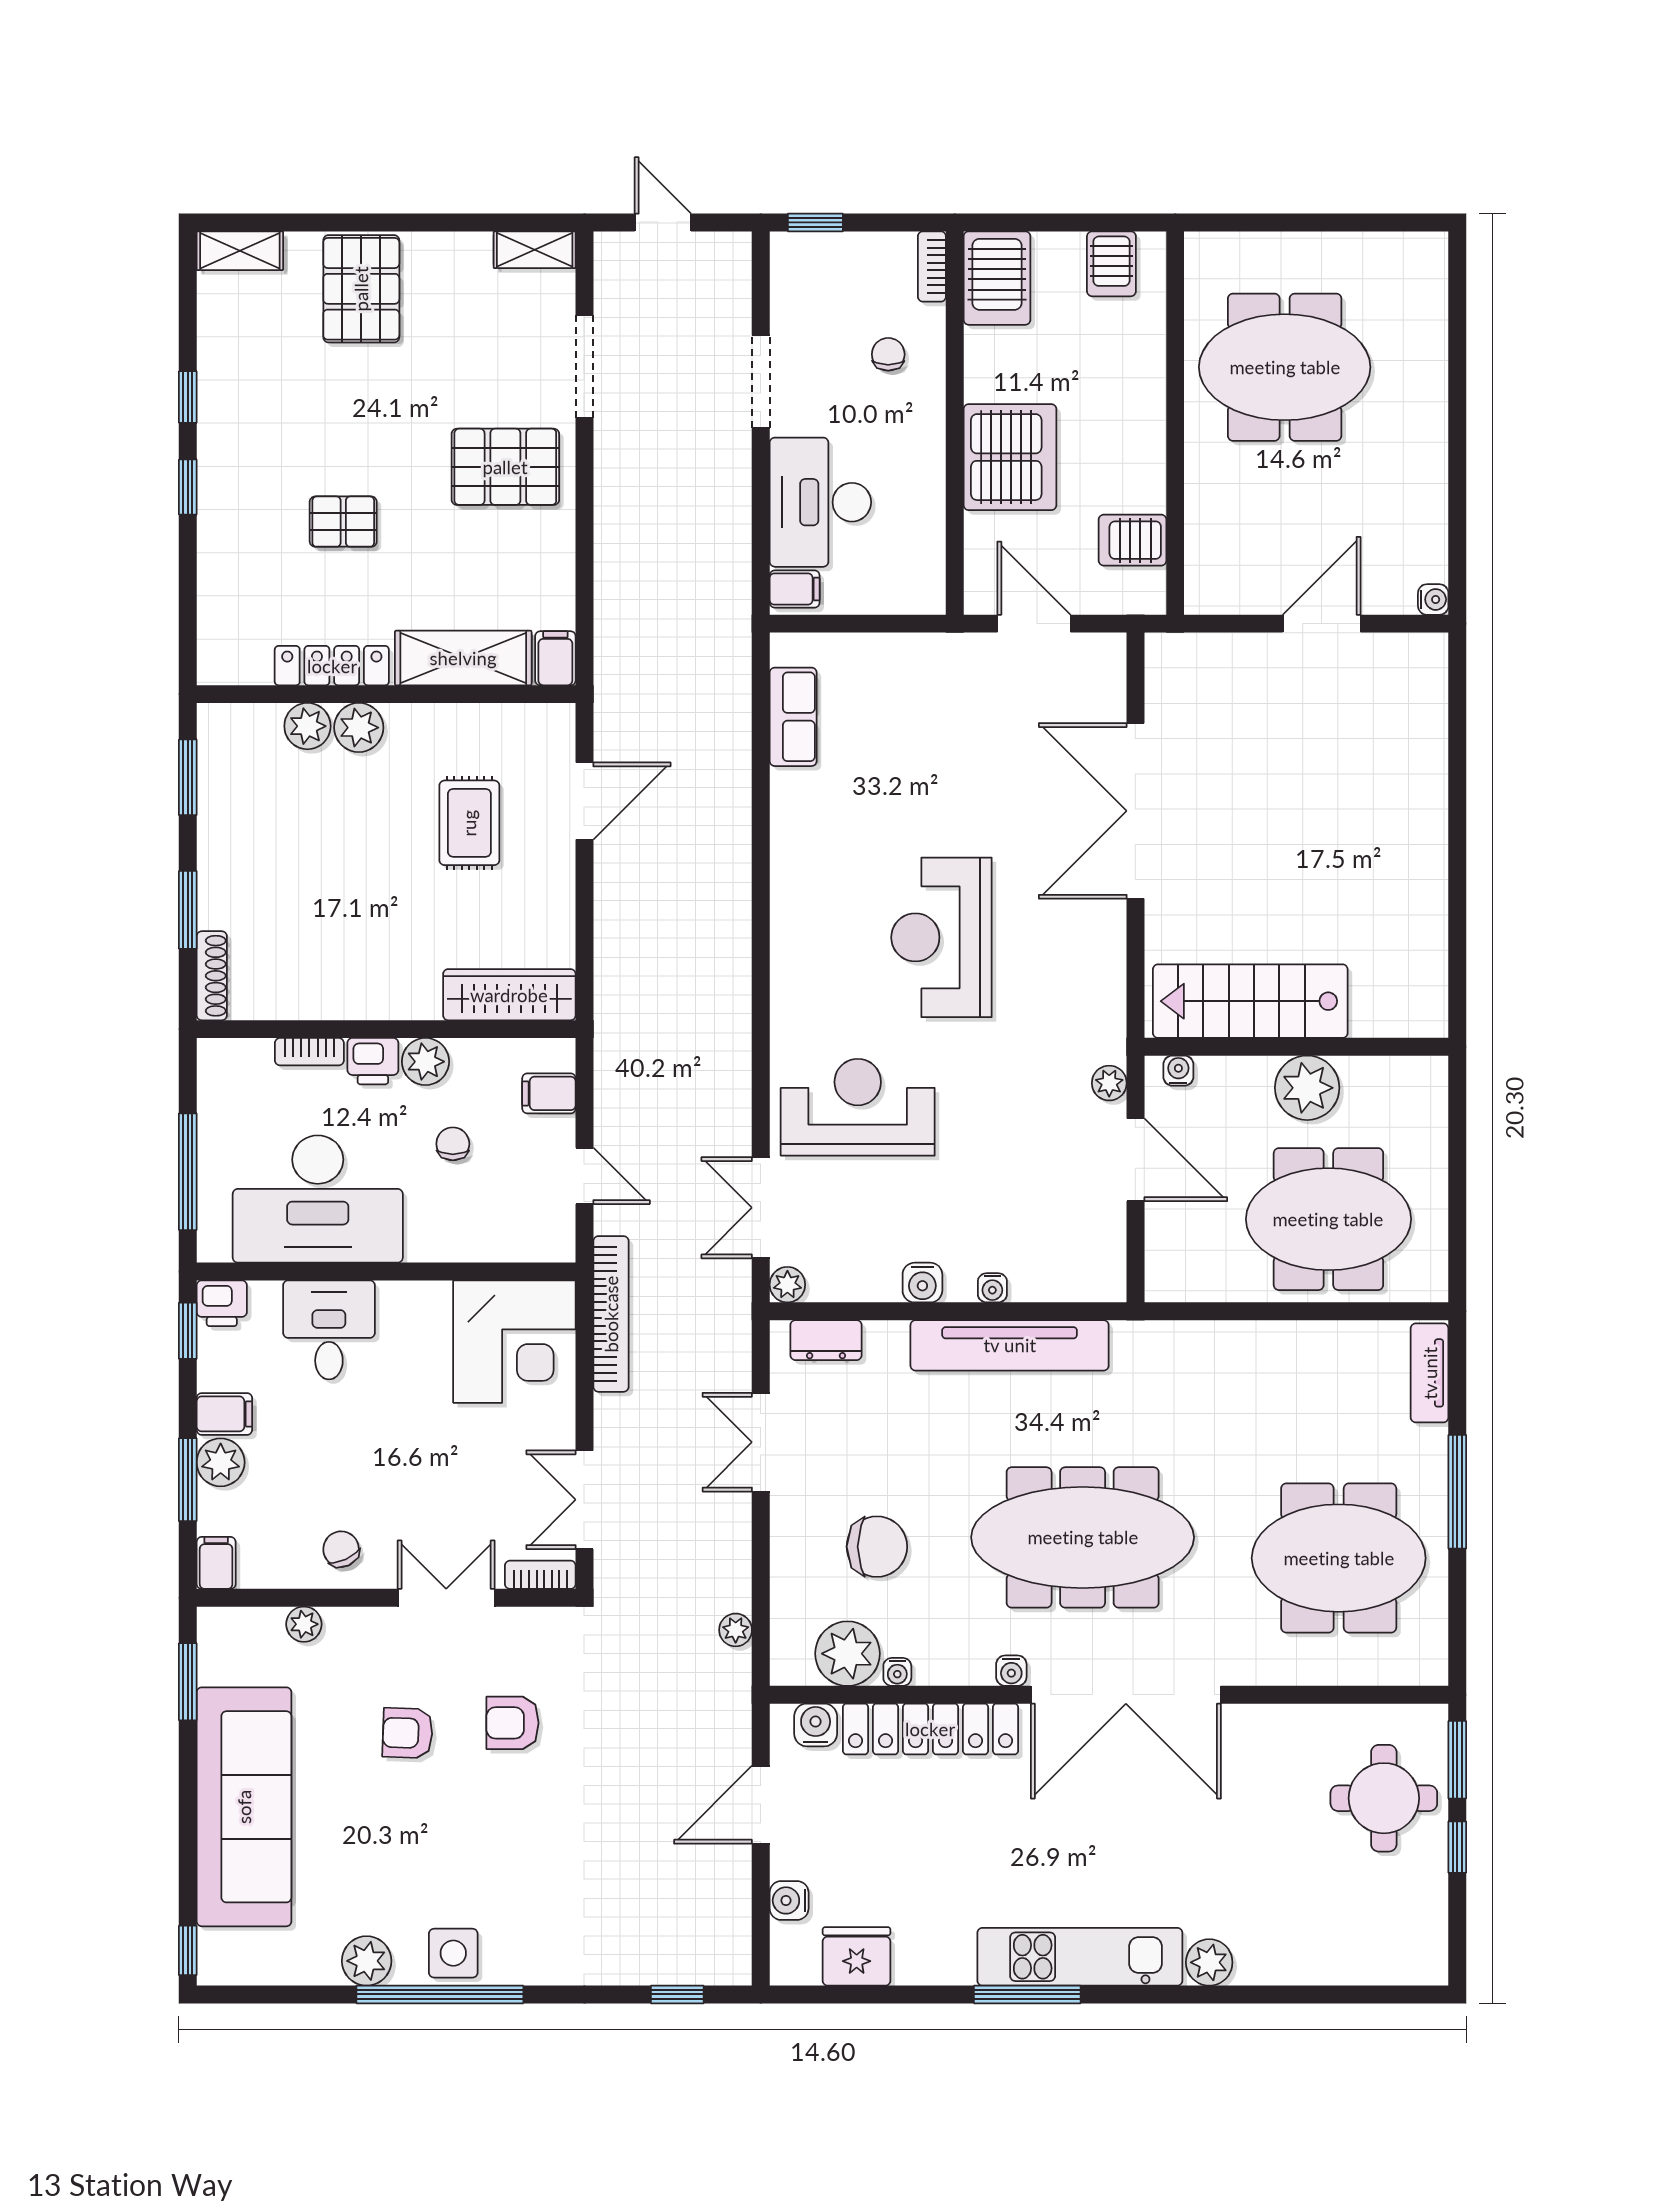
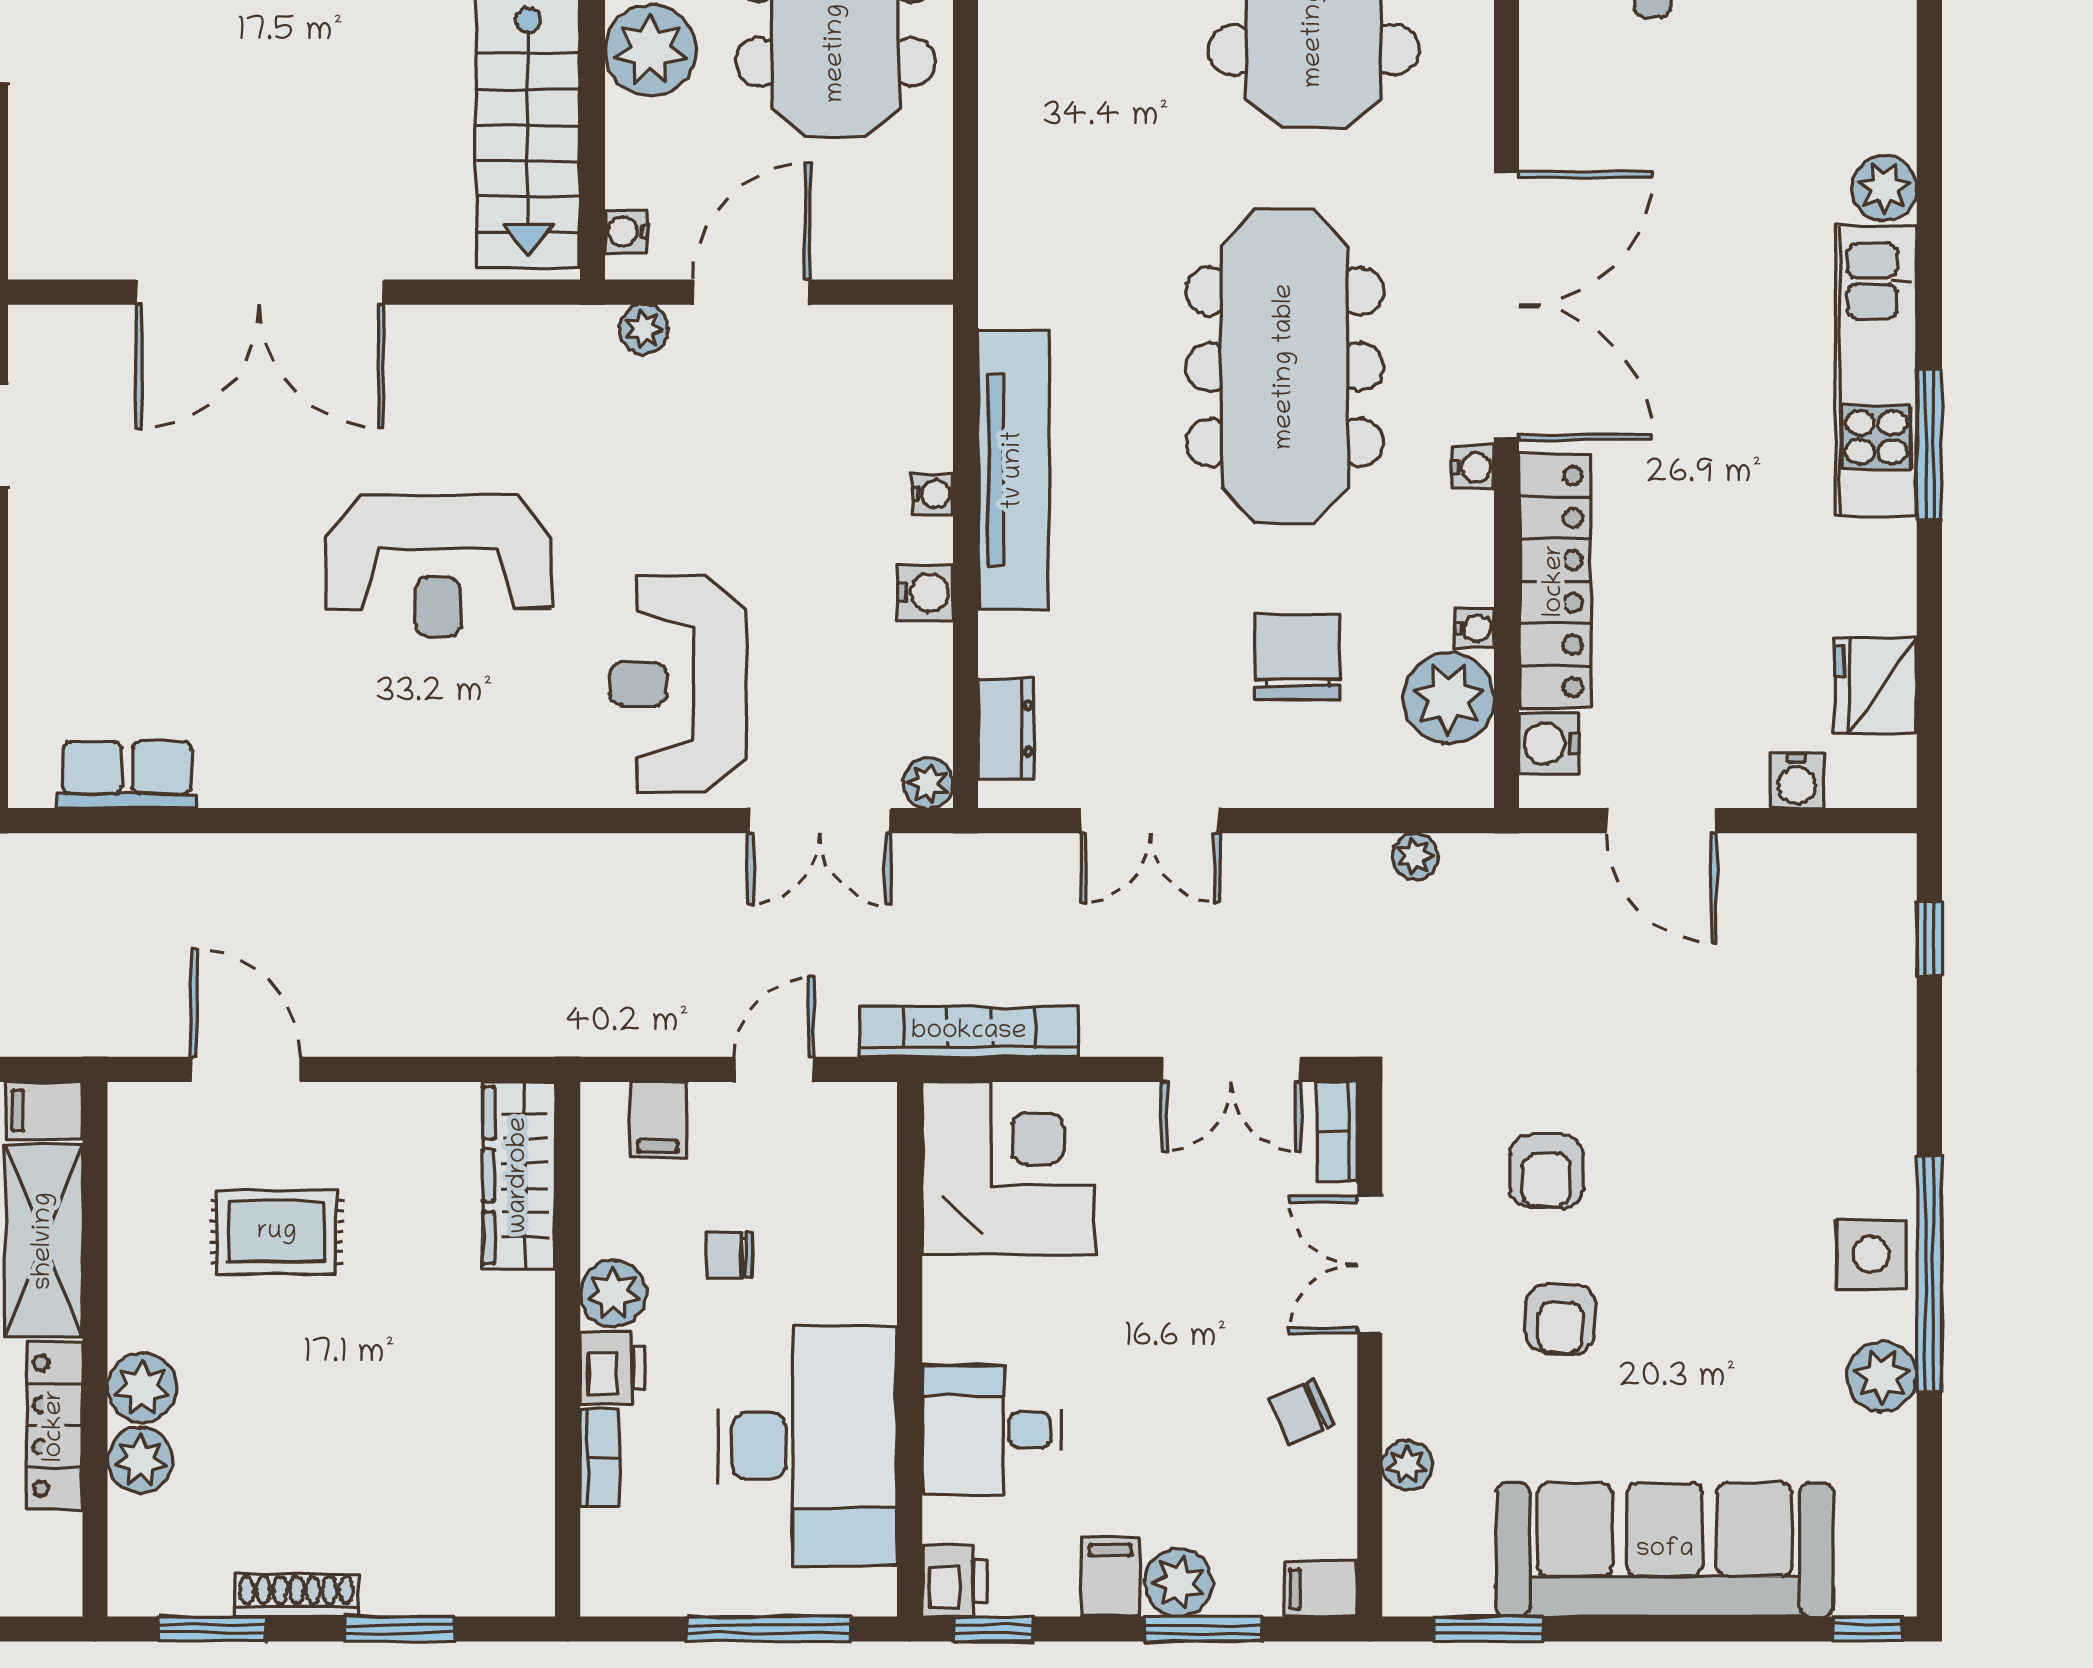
shoe rack: (212, 976) -> (296, 1595), moved

